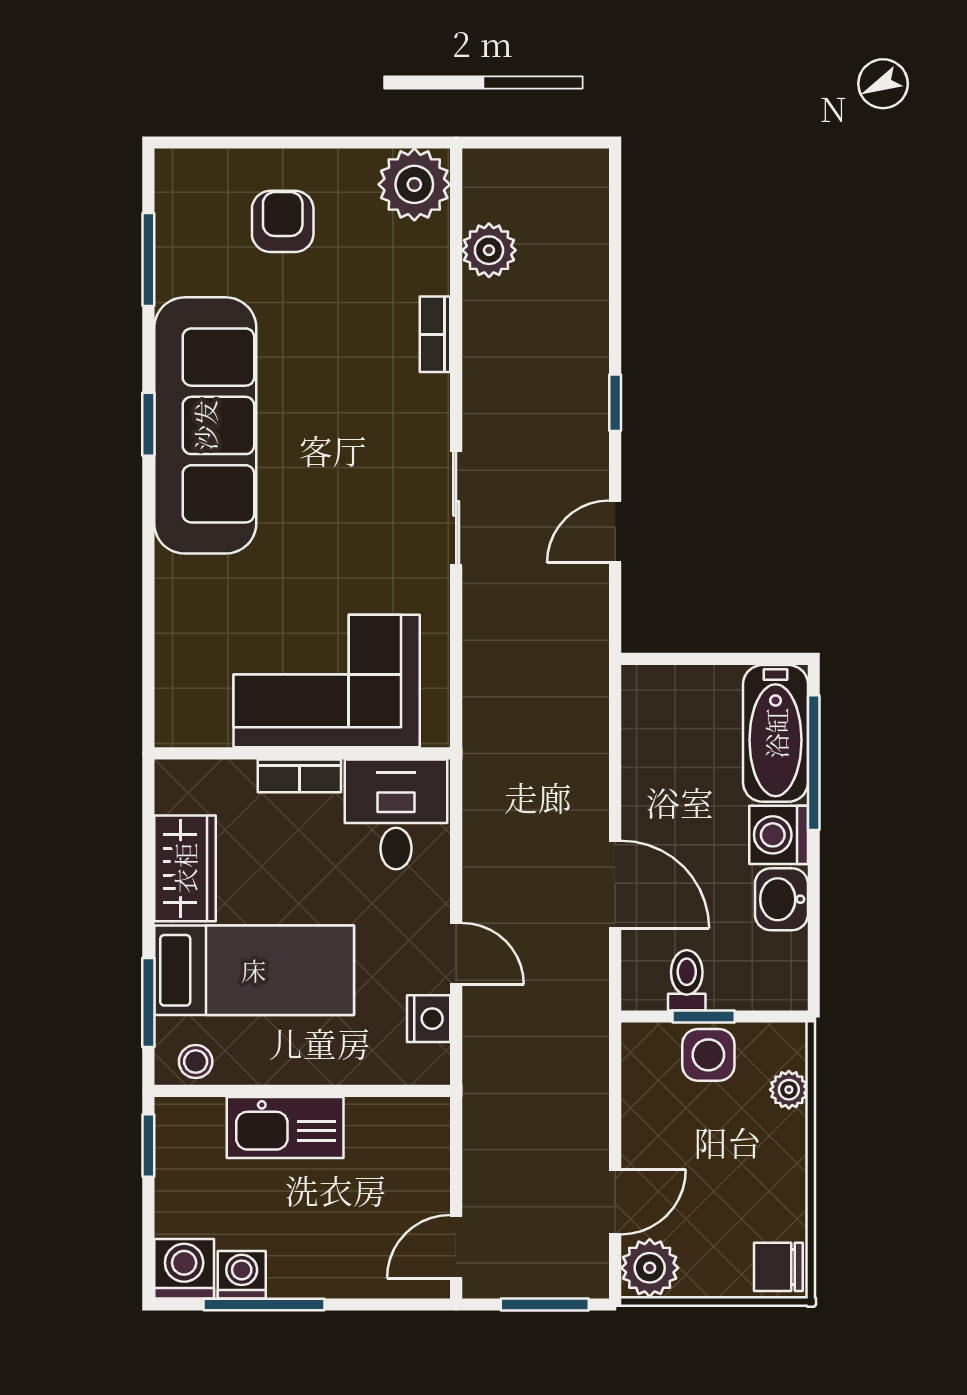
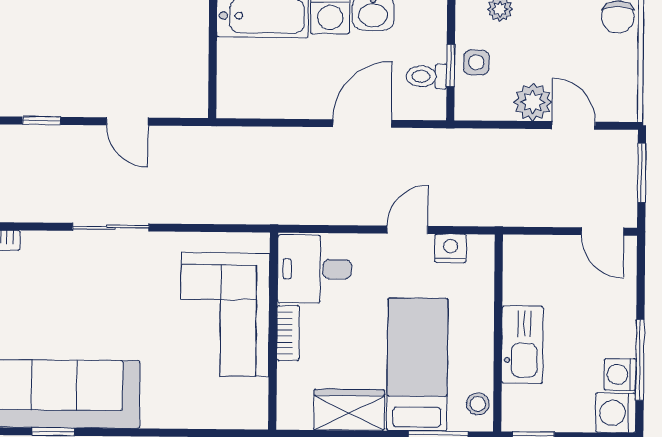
side table: (708, 1055) -> (476, 62), width x0.73, depth x0.73
plant: (650, 1268) -> (533, 102), moved

